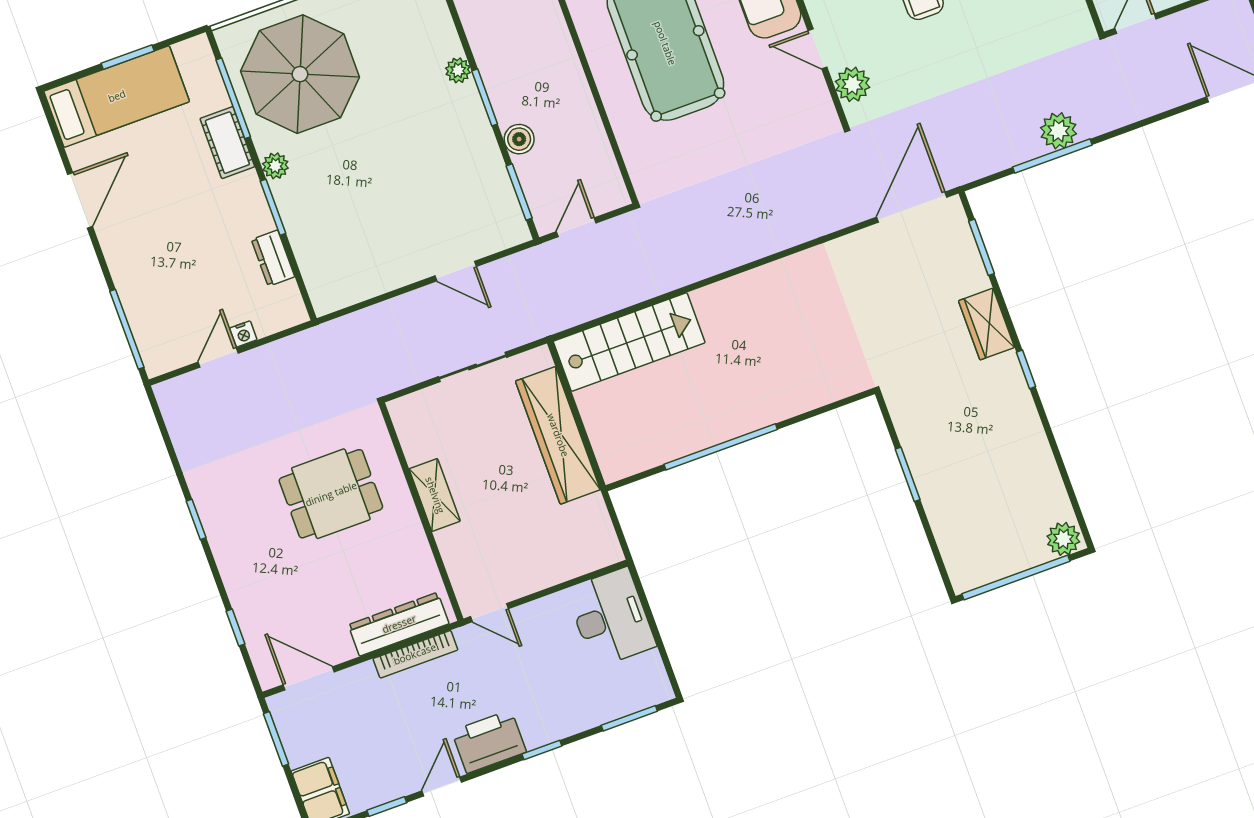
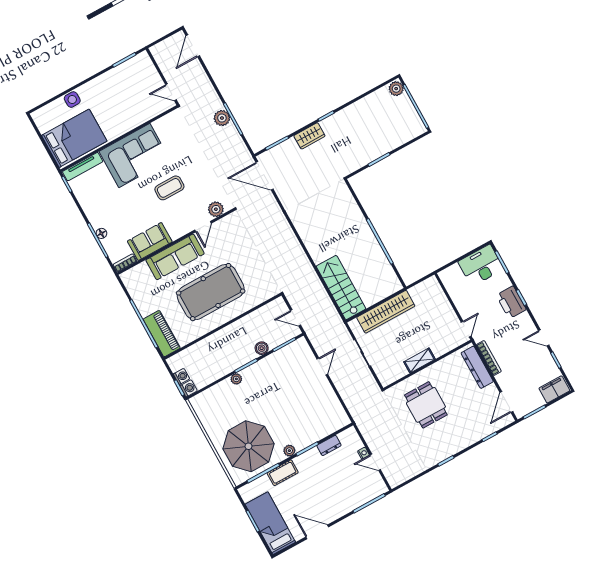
desk: (611, 618) -> (481, 265), moved
printer: (489, 742) -> (511, 302), moved

